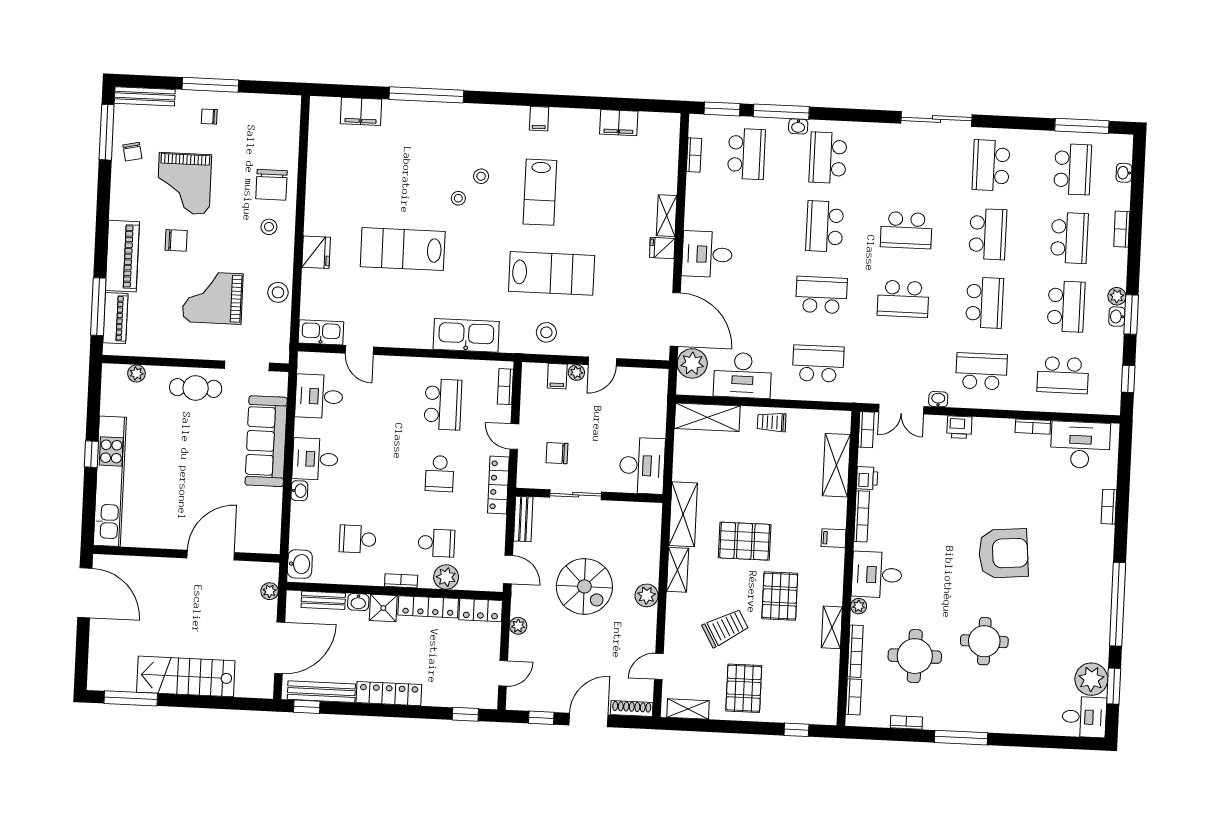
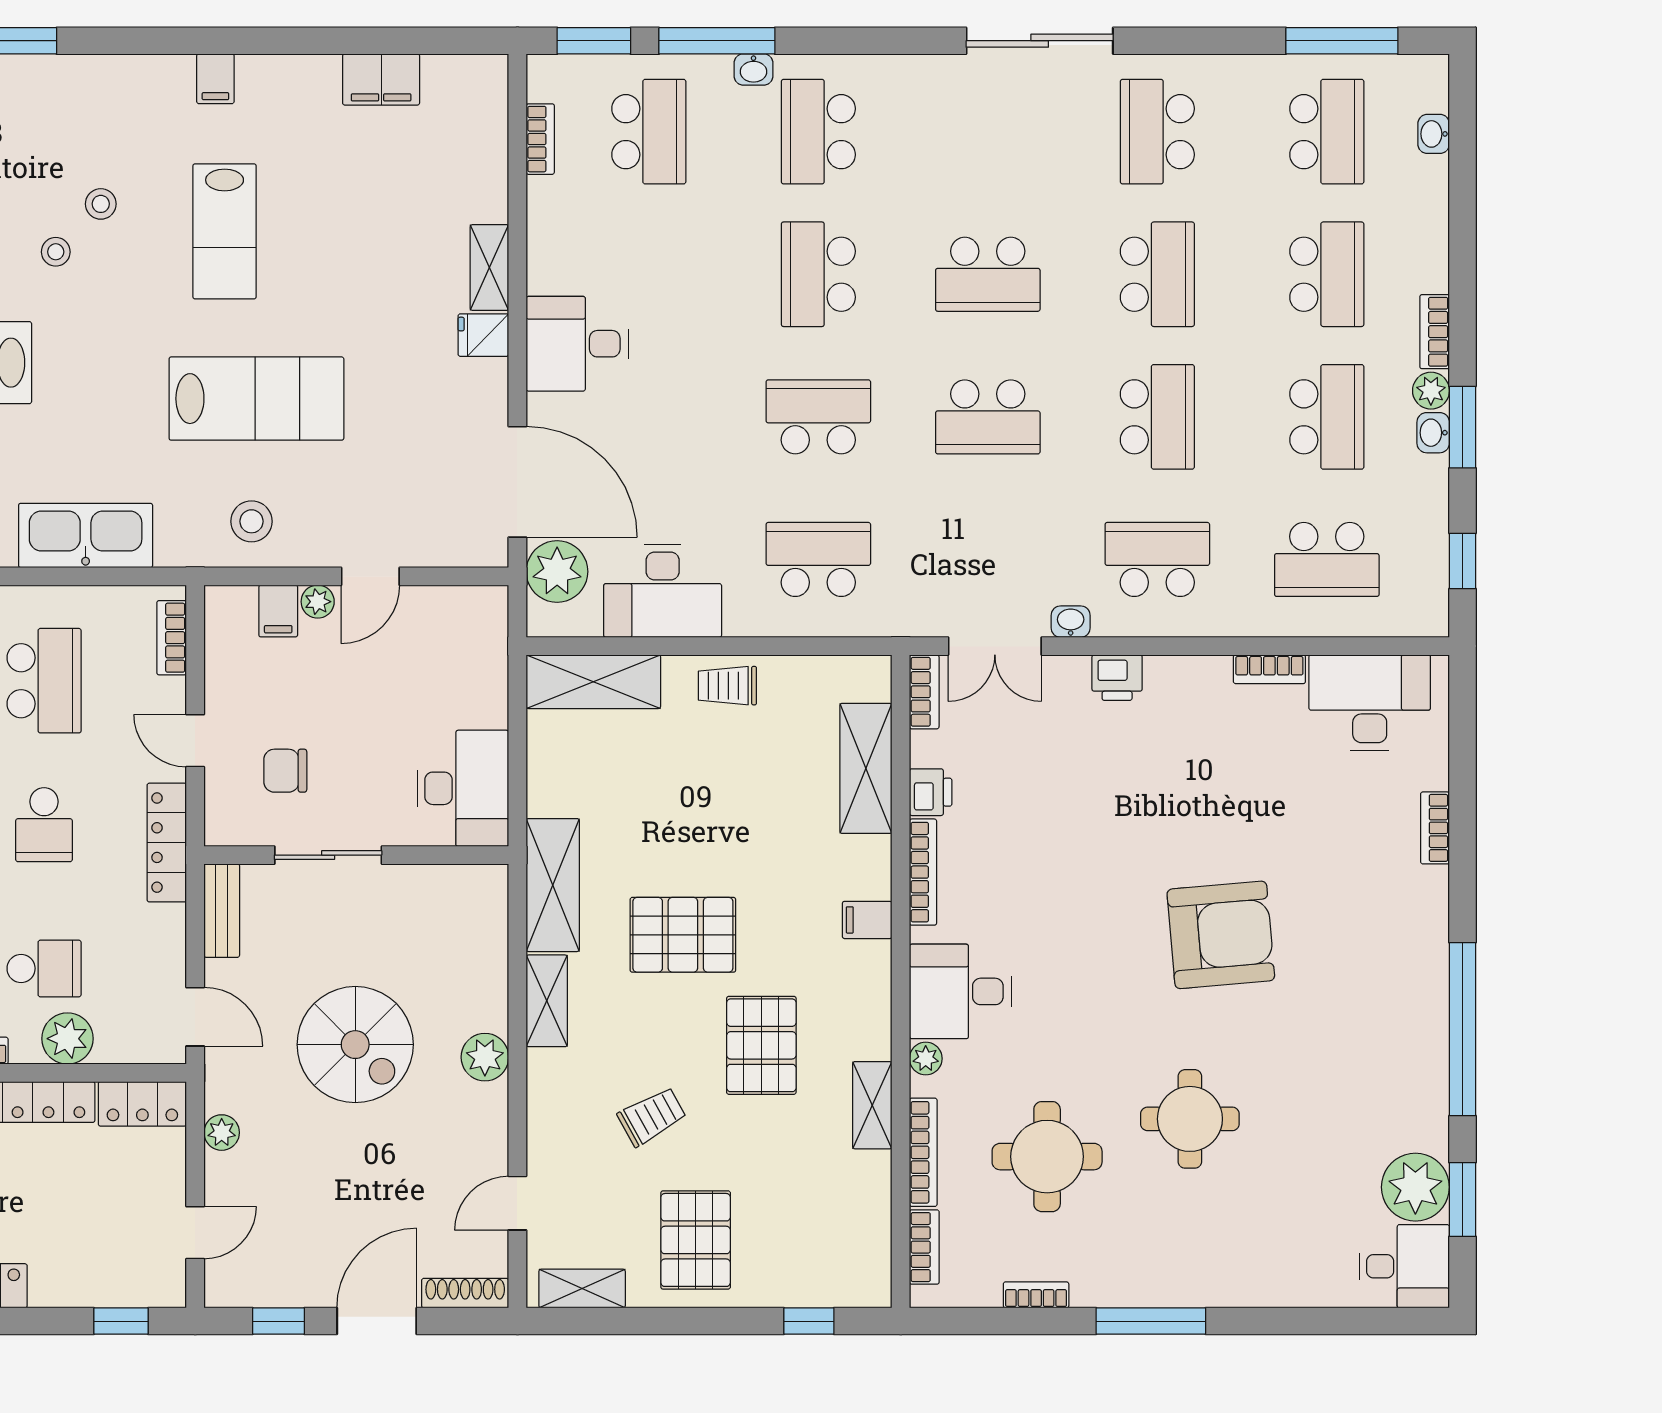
bookcase: (1122, 229) -> (1435, 332), moved
trolley: (725, 628) -> (652, 1117), width x0.73, depth x0.72

